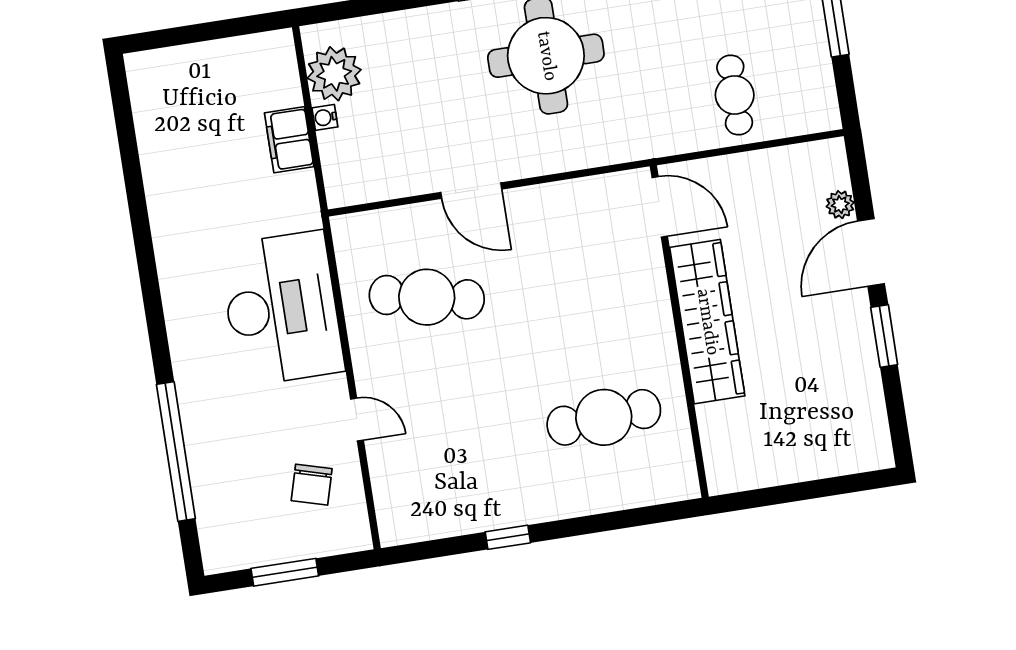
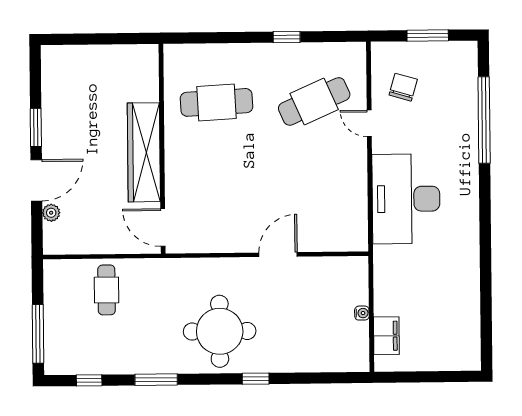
plant: (334, 74) -> (352, 339), removed
filing cabinet: (289, 140) -> (386, 336), moved
door: (471, 191) -> (278, 255), hinge flipped
cafe table: (427, 297) -> (314, 101), moved, turned -36

